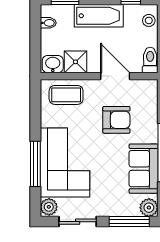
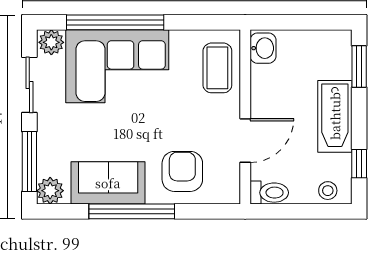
bidet: (48, 23) -> (324, 41), removed
shower: (75, 62) -> (266, 82), removed
armchair: (116, 120) -> (182, 171), moved, turned 180
window: (35, 164) -> (115, 22), width x1.46

